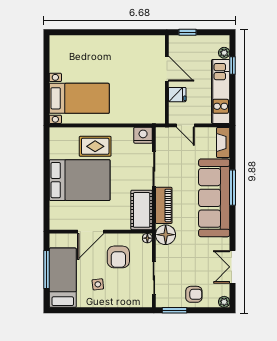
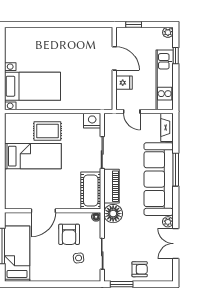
plant: (224, 53) -> (168, 32), moved
bed: (80, 180) -> (33, 156), width x0.67
side table: (98, 284) -> (79, 258), moved
plant: (224, 302) -> (168, 222), moved

